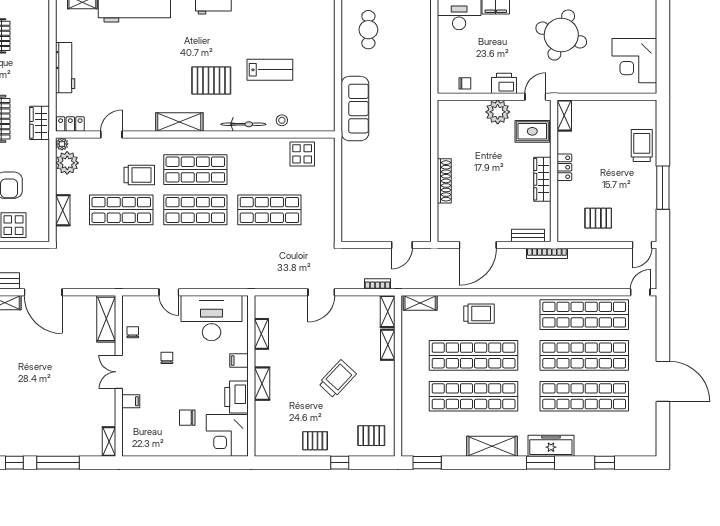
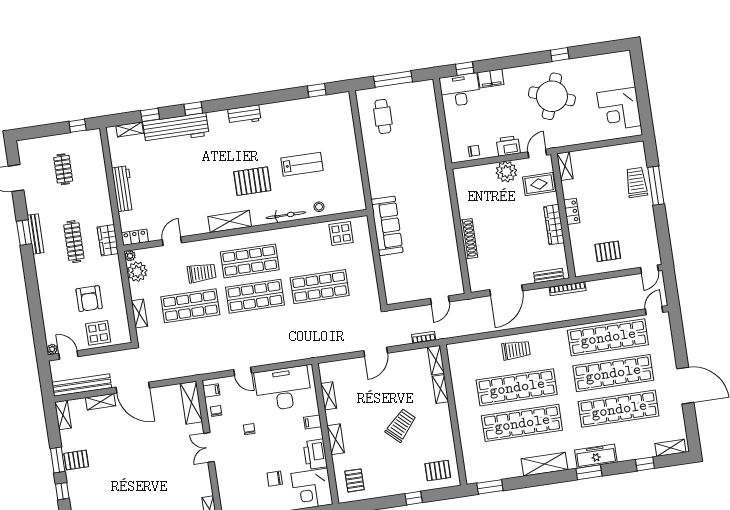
sofa: (355, 109) -> (387, 226), moved
window: (663, 188) -> (656, 186), moved
shelving: (420, 303) -> (670, 448), moved
filing cabinet: (131, 401) -> (211, 390), moved
pallet: (315, 441) -> (354, 480), moved, turned 90

